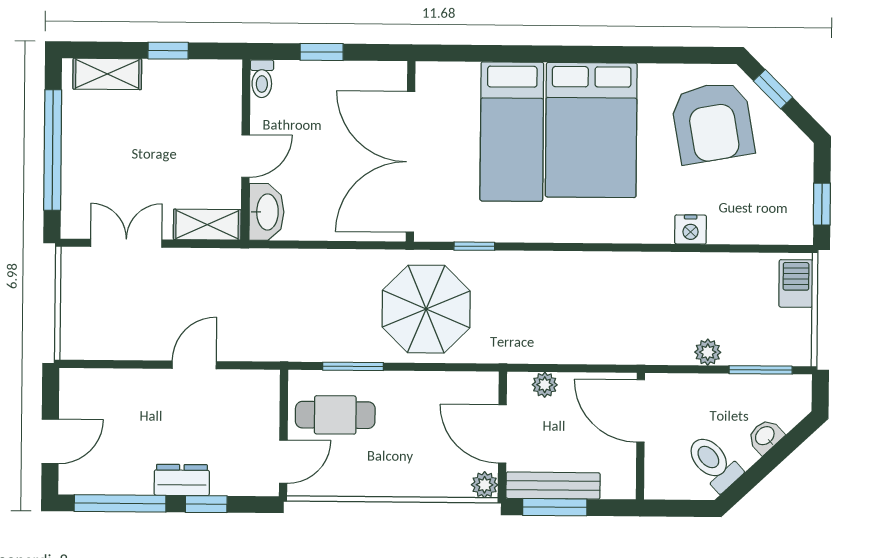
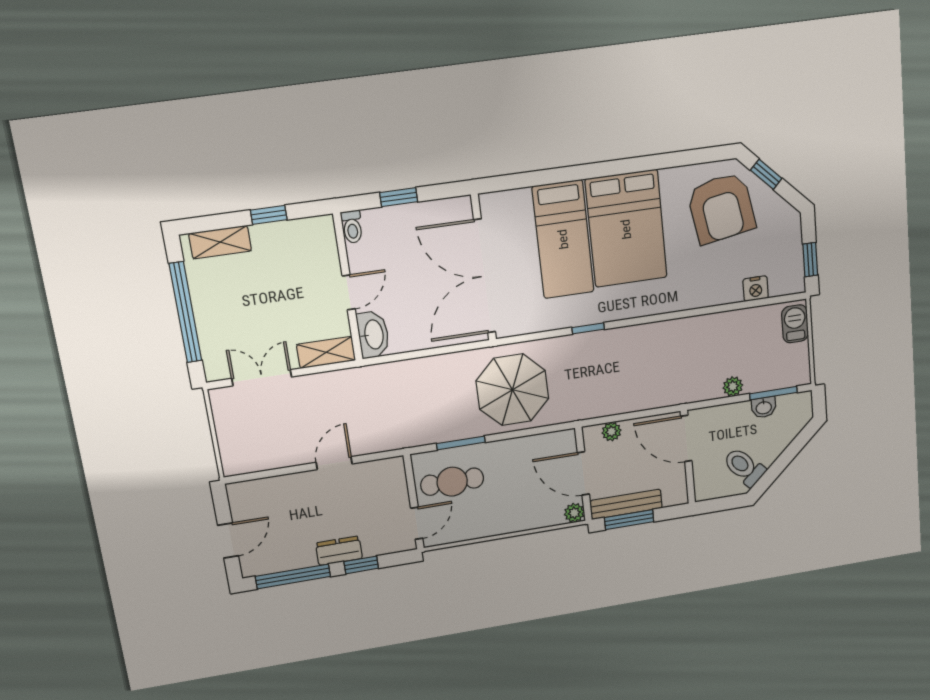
nightstand: (691, 229) -> (756, 289), moved
window: (474, 246) -> (588, 328), moved
washbasin: (765, 436) -> (764, 407), moved, turned -137

